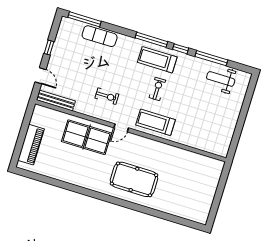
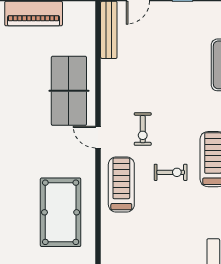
exercise bike: (107, 96) -> (143, 129), moved
pool table: (134, 179) -> (61, 212), moved

